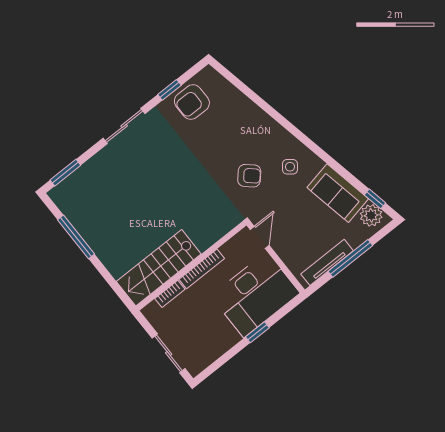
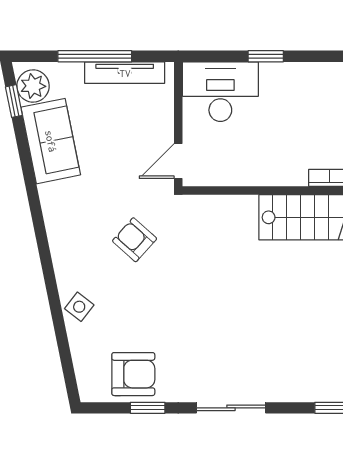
side table: (290, 167) -> (79, 307), moved
bookcase: (202, 269) -> (272, 177), removed
desk: (255, 295) -> (220, 92), width x0.73, depth x0.77

